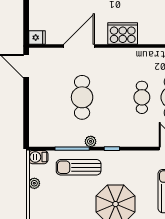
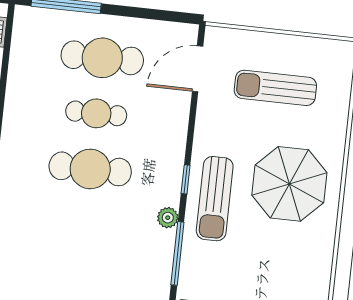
cafe table: (82, 97) -> (90, 169), moved
sun lounger: (79, 167) -> (215, 199), moved

